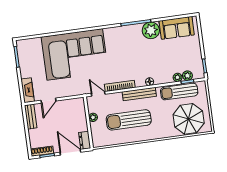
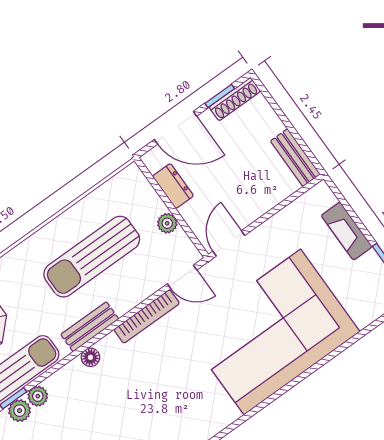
fireplace: (28, 90) -> (347, 231), moved
bench: (139, 94) -> (90, 327), width x0.73
door: (48, 101) -> (229, 243), moved
sun lounger: (129, 120) -> (92, 257), turned 180
dresser: (85, 140) -> (173, 186), moved

